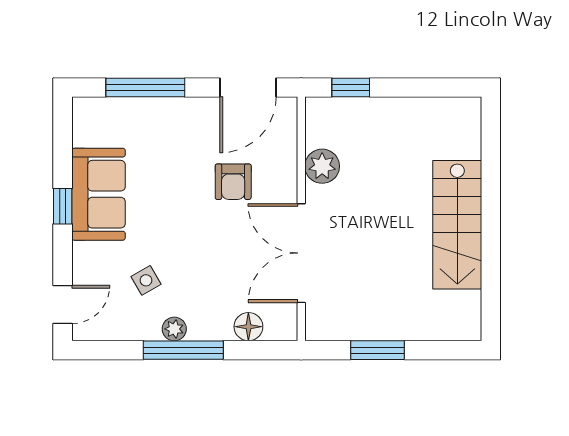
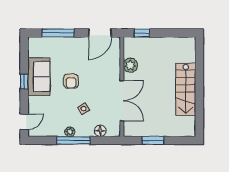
armchair: (233, 182) -> (71, 81), moved
double door: (301, 253) -> (122, 101), swing flipped
side table: (146, 280) -> (84, 109), moved

